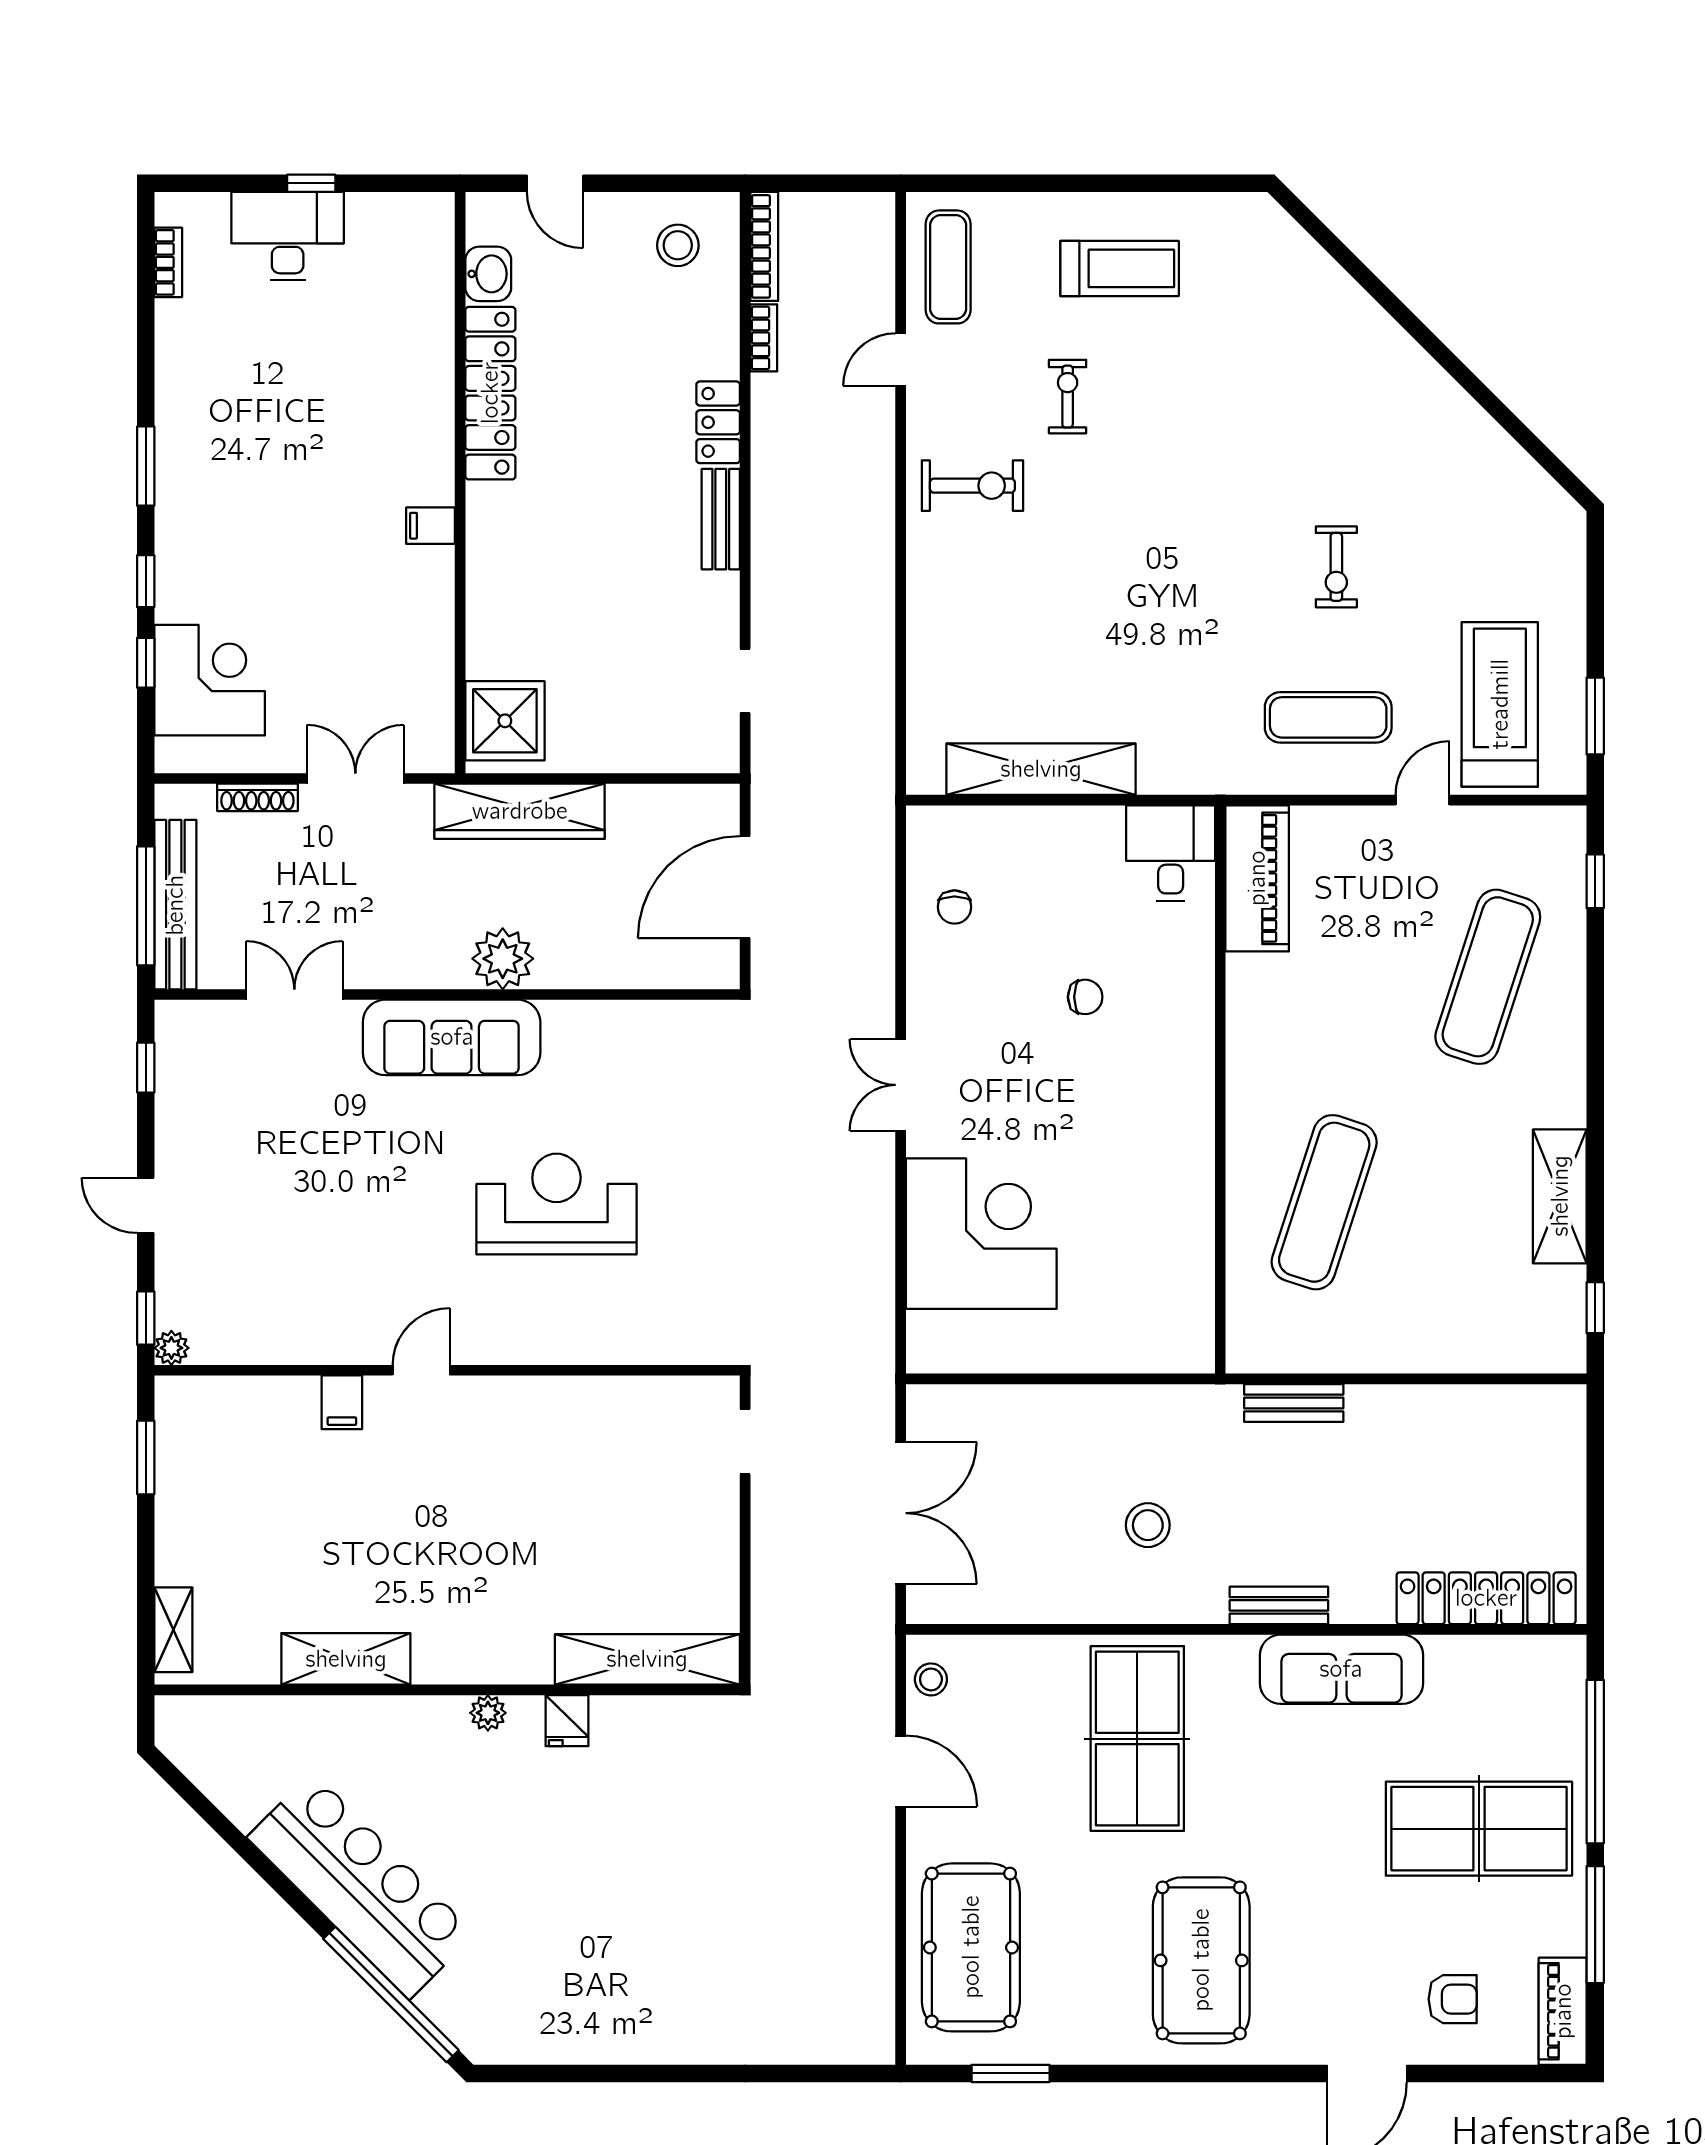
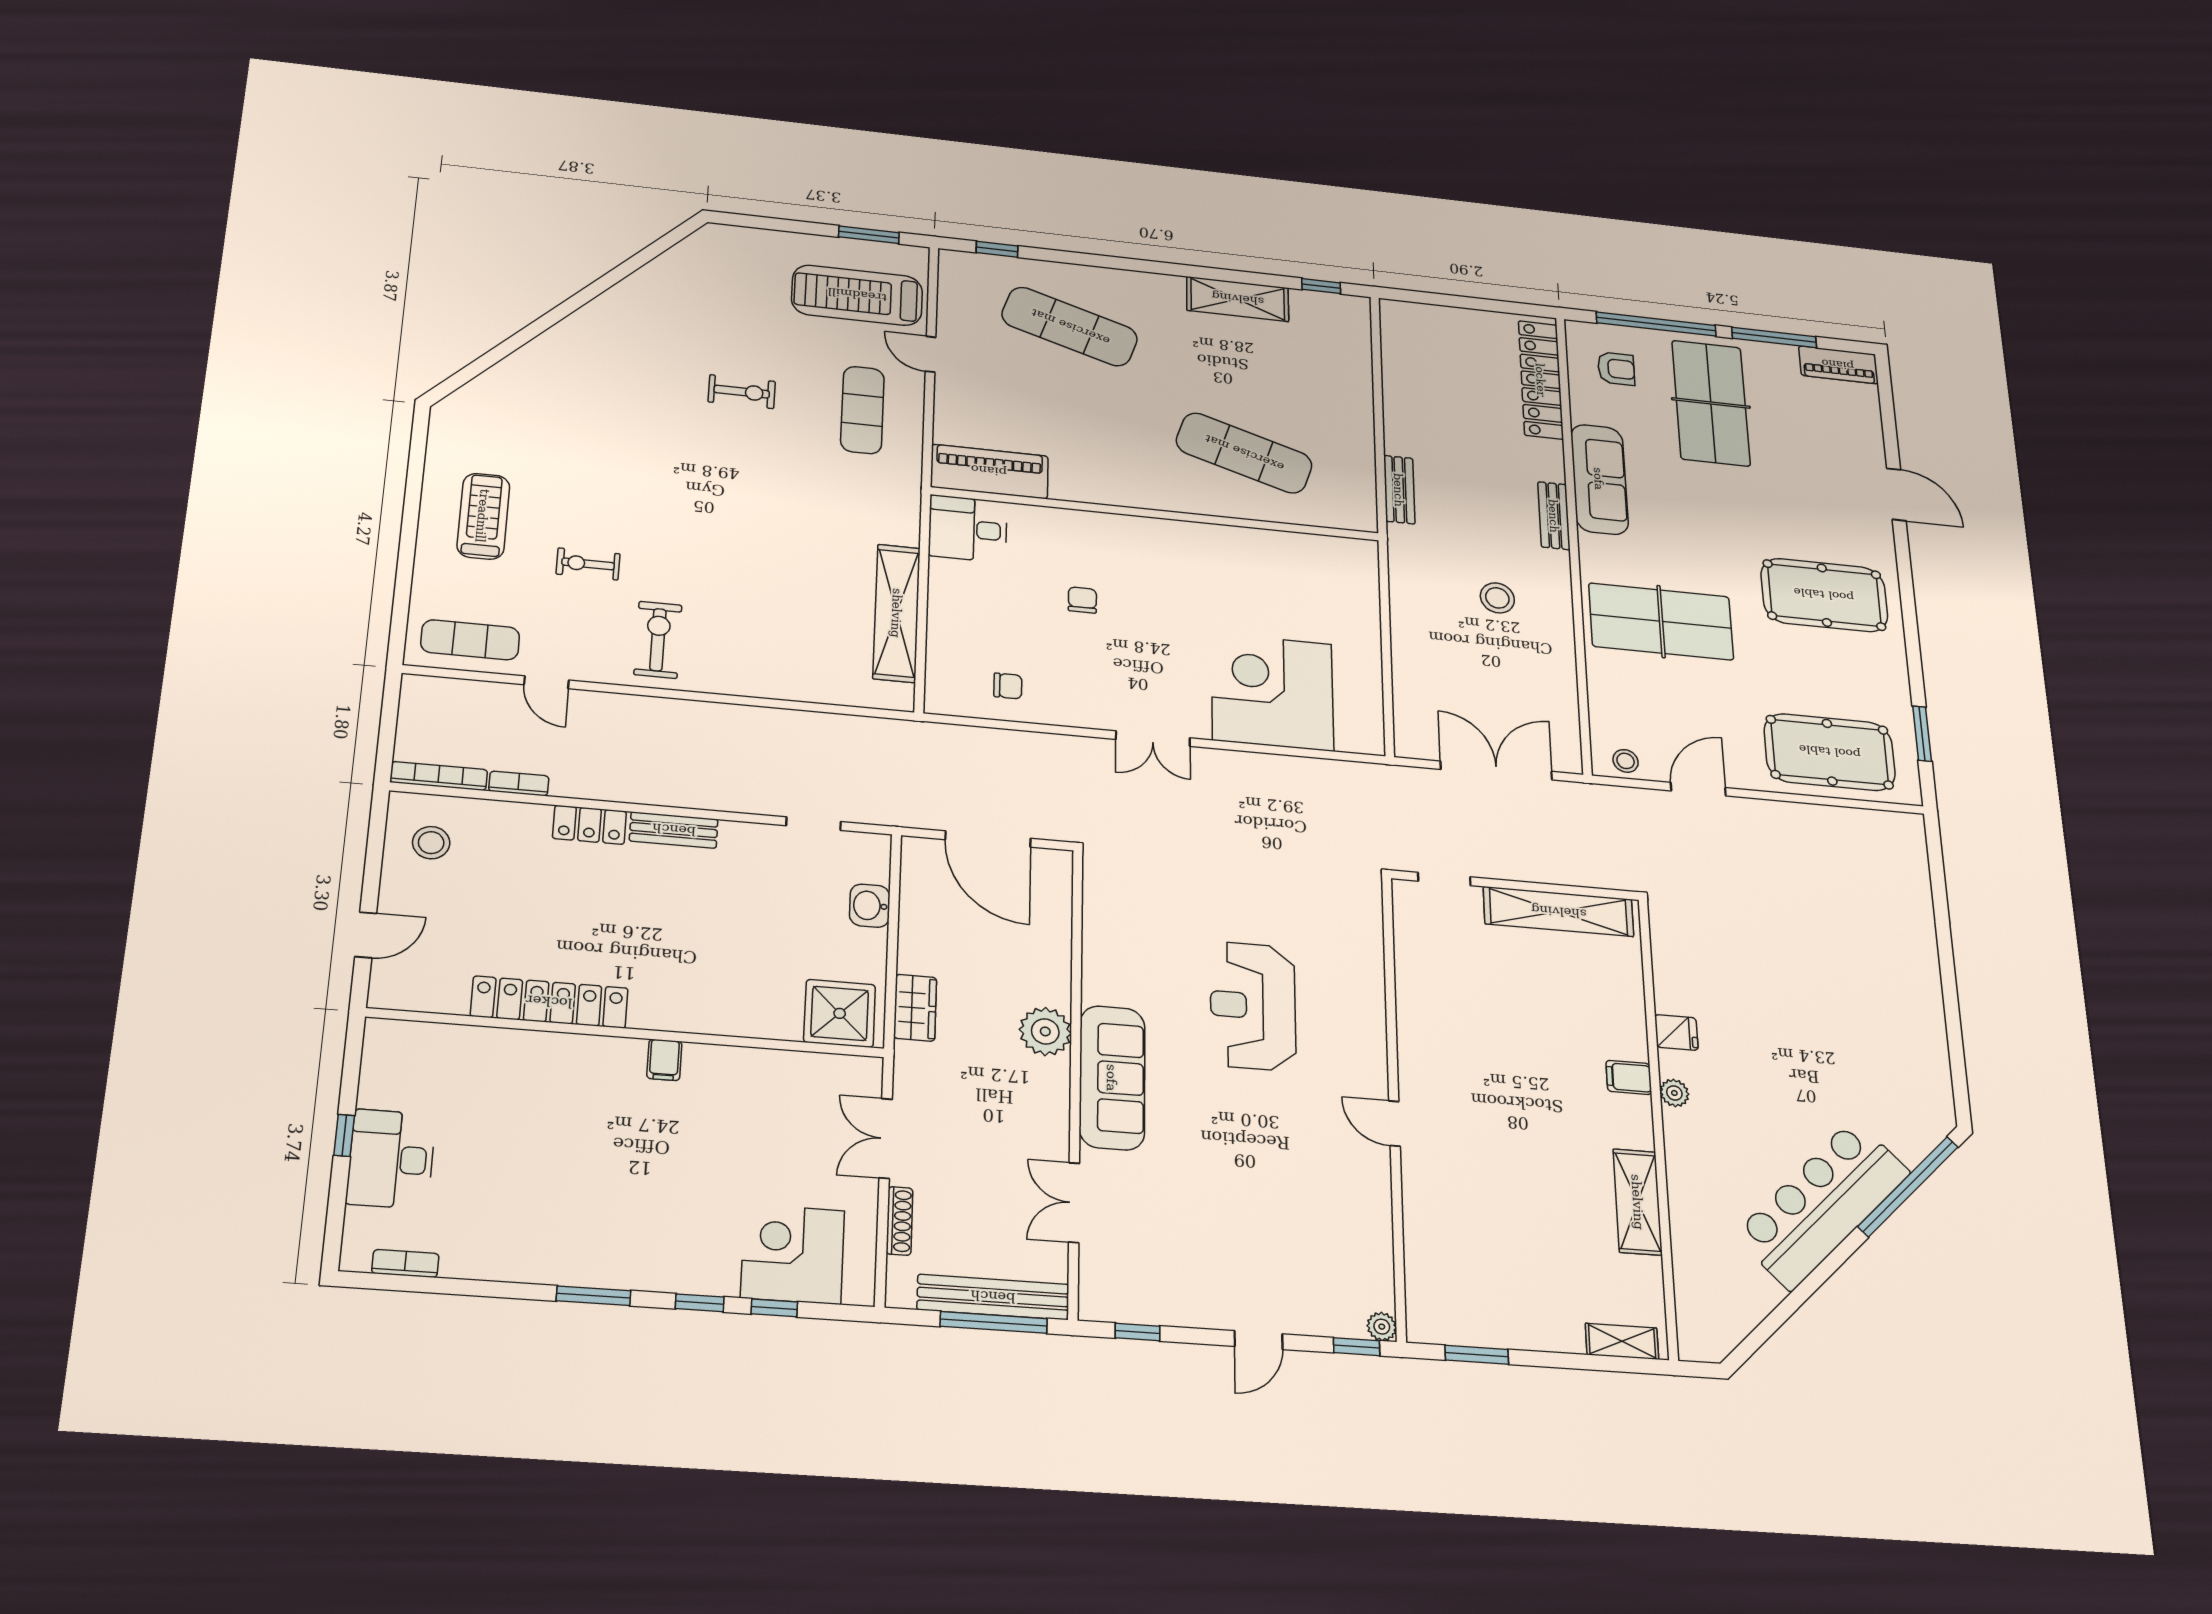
washbasin: (488, 274) -> (870, 906), moved, turned -90
wardrobe: (520, 811) -> (915, 1008), width x0.48, depth x0.85
filing cabinet: (342, 1402) -> (1629, 1077), moved, turned 180
shelving: (647, 1659) -> (1559, 912), moved, turned 90
armchair: (1453, 1999) -> (1616, 369), moved, turned 90

